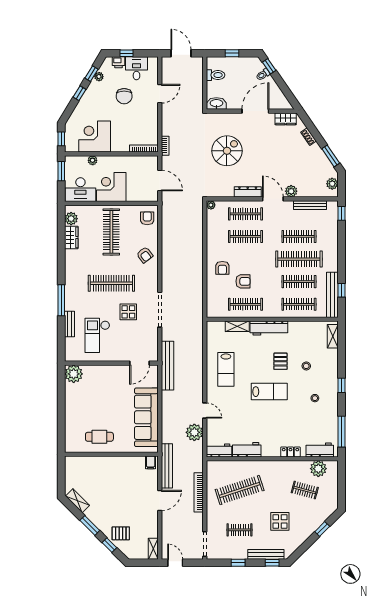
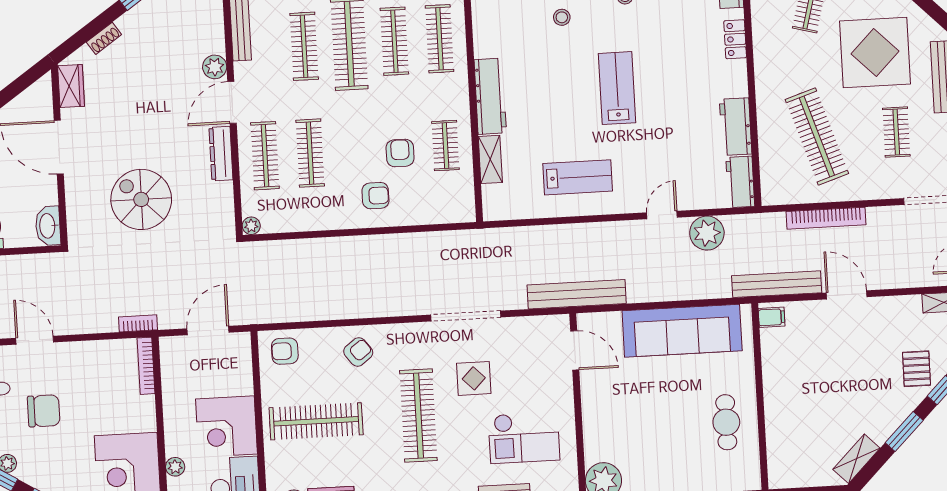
clothes rail: (245, 304) -> (445, 146), width x0.73
pallet: (280, 361) -> (555, 69), removed
display table: (280, 521) -> (875, 52), width x1.86, depth x1.86

